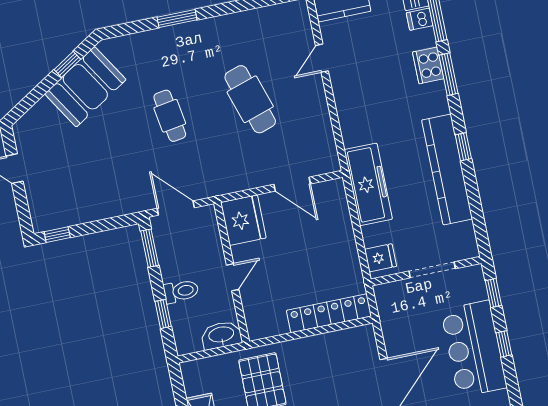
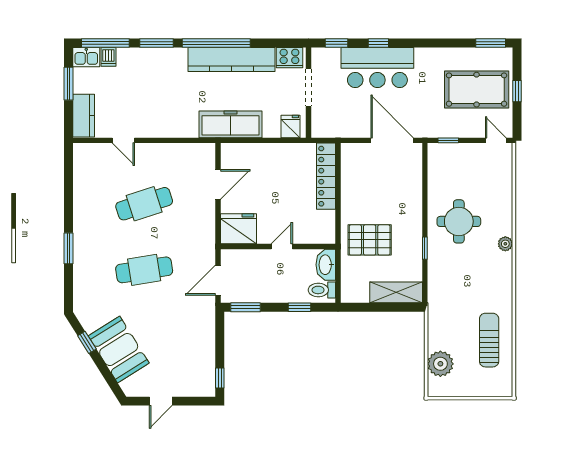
cooker: (428, 65) -> (289, 58), moved
booth: (85, 87) -> (119, 350), moved
cafe table: (170, 116) -> (144, 270), width x1.37, depth x1.35
window: (463, 147) -> (216, 43), width x3.17
door: (233, 277) -> (282, 246), hinge flipped
toilet: (181, 291) -> (322, 290), moved, turned -90

